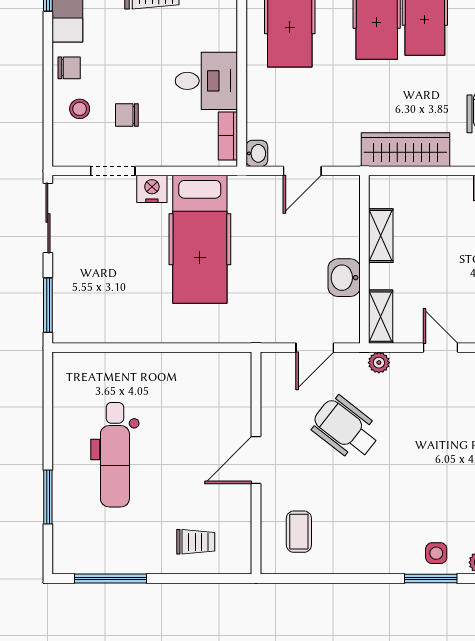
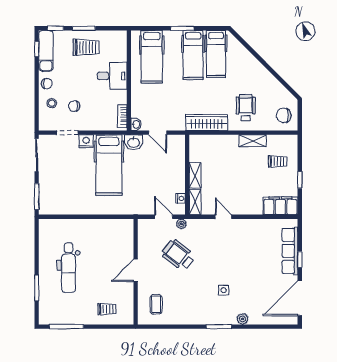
desk: (206, 81) -> (112, 76), moved
door: (302, 171) -> (158, 133), hinge flipped
shelving: (381, 236) -> (195, 175), moved
washbasin: (344, 278) -> (134, 142), moved, turned -90
nightstand: (350, 309) -> (181, 198), added
door: (315, 348) -> (164, 217), swing flipped
plant: (379, 363) -> (181, 224), moved
side table: (436, 553) -> (224, 290), moved

